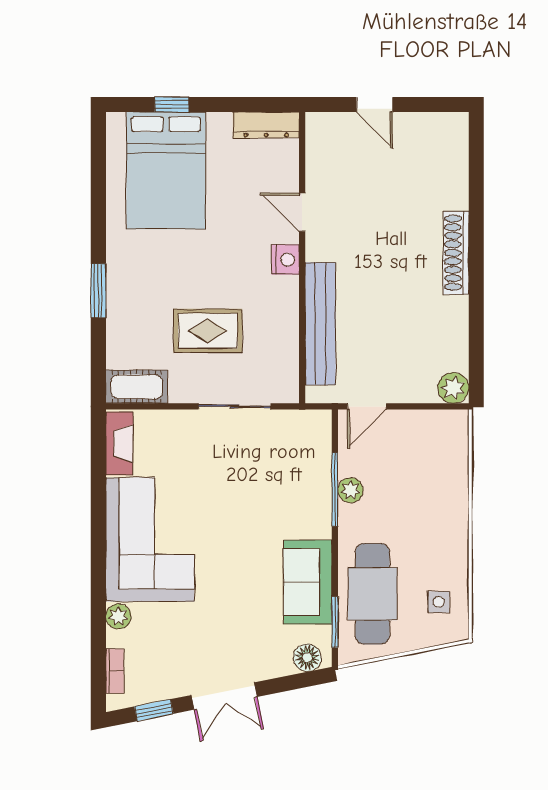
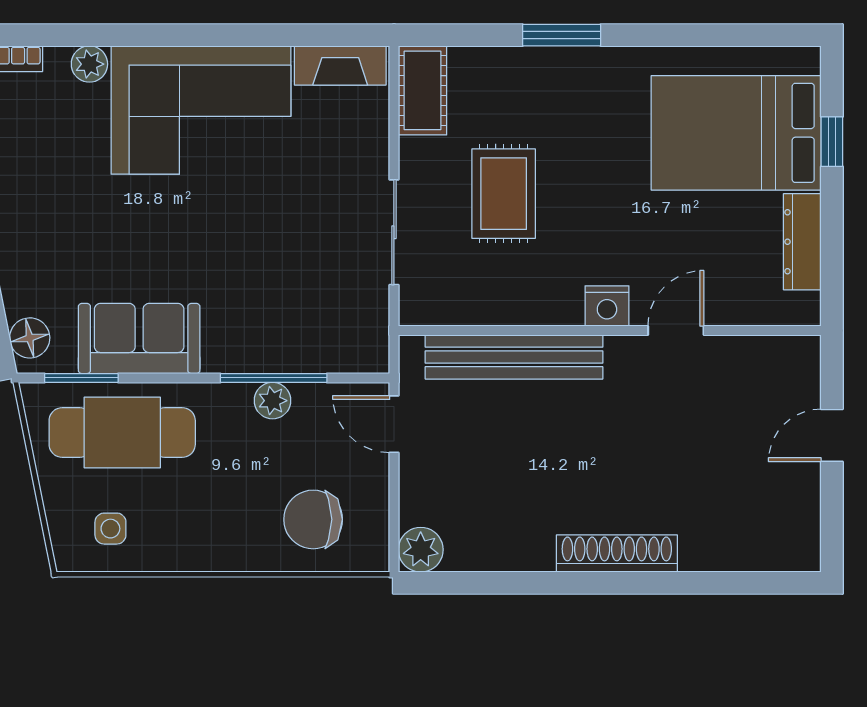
dresser: (266, 125) -> (802, 242), moved
chair: (432, 462) -> (313, 519), added

